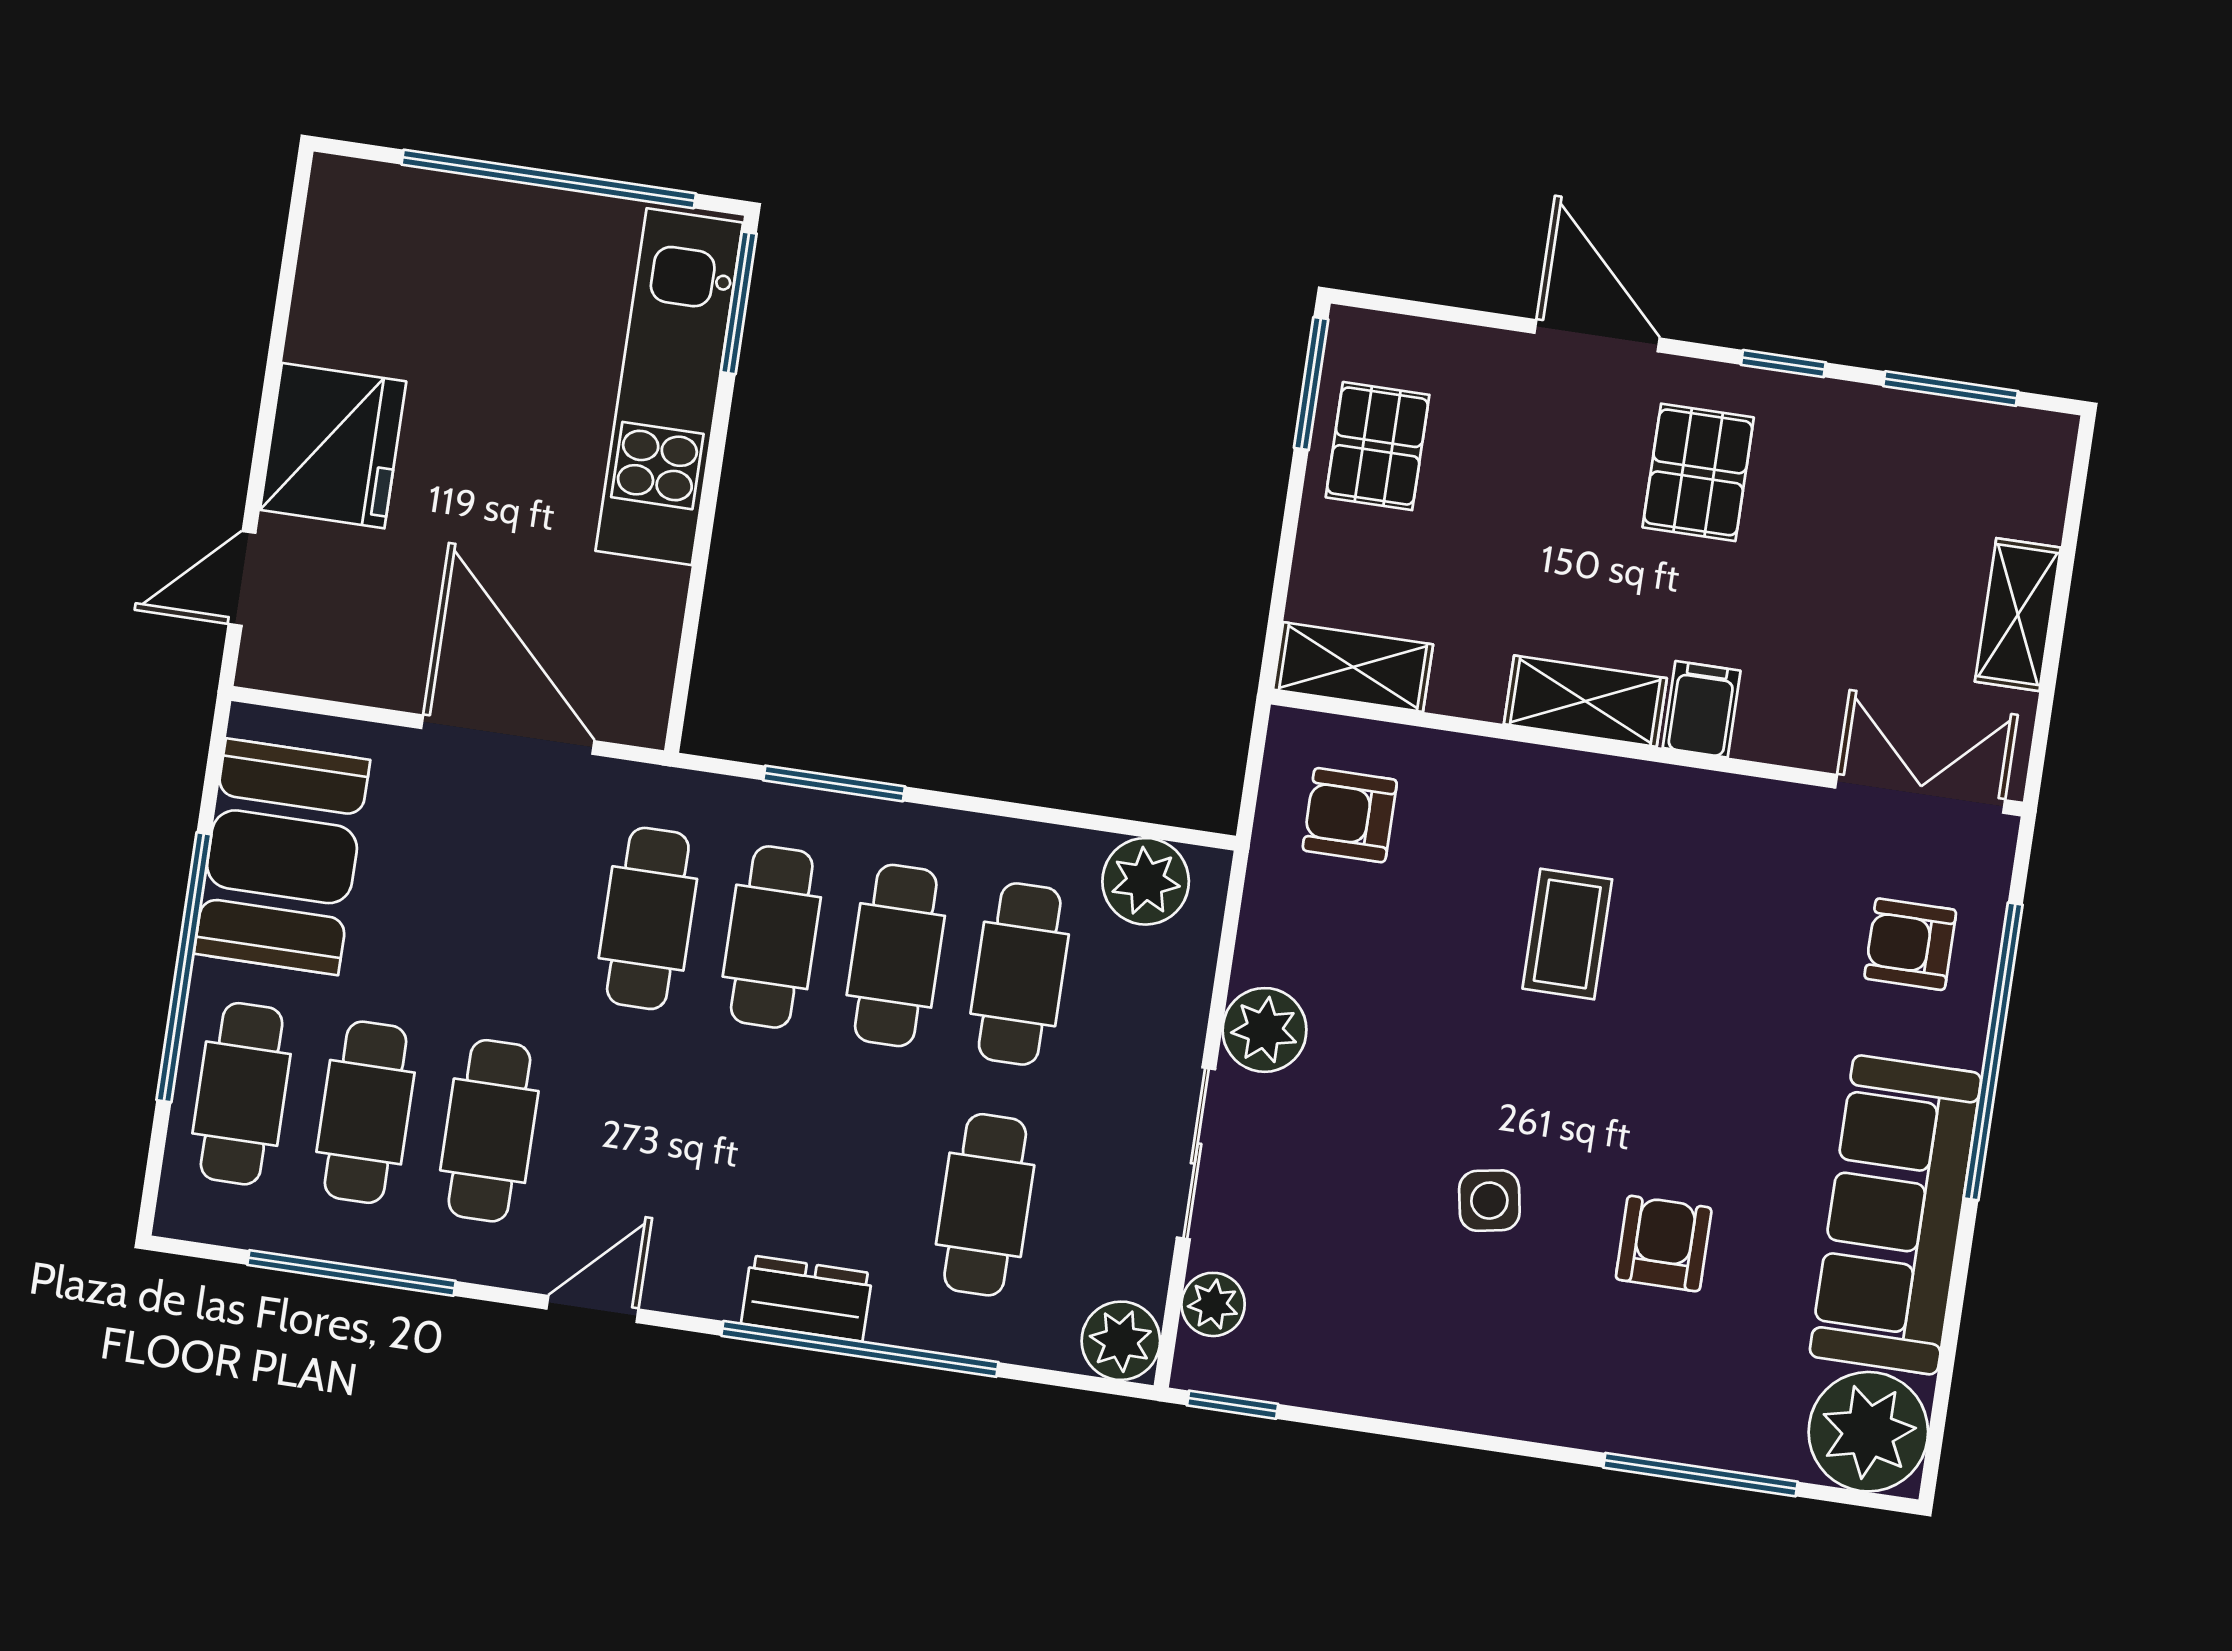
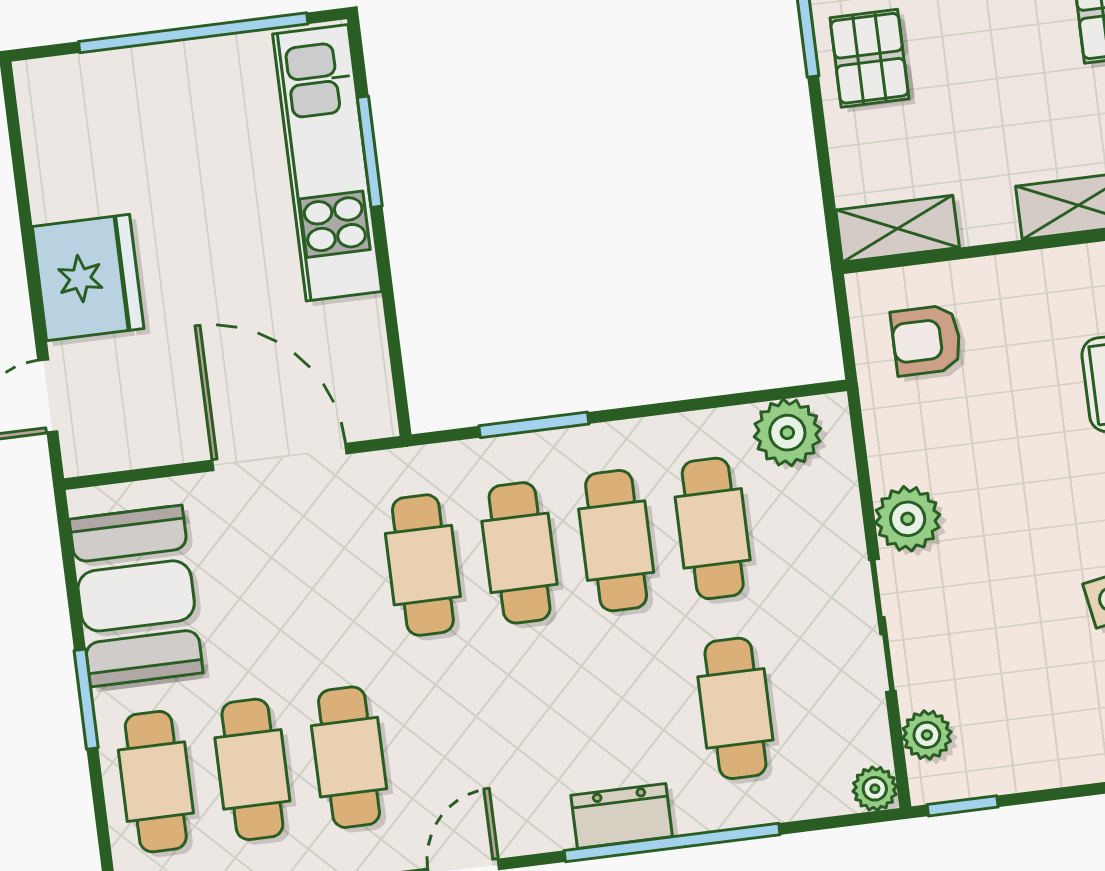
window: (739, 303) -> (370, 152), moved
window: (184, 967) -> (86, 699), width x0.47
plant: (1121, 1341) -> (875, 789), width x0.73, depth x0.73

